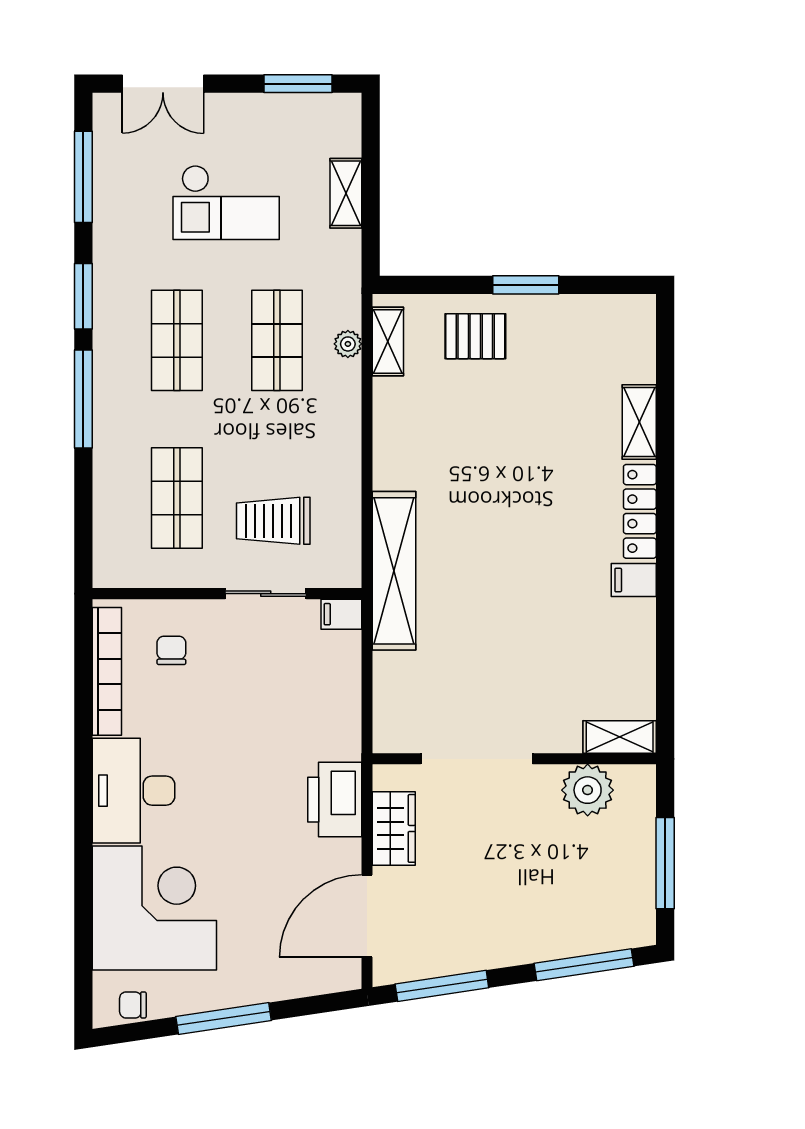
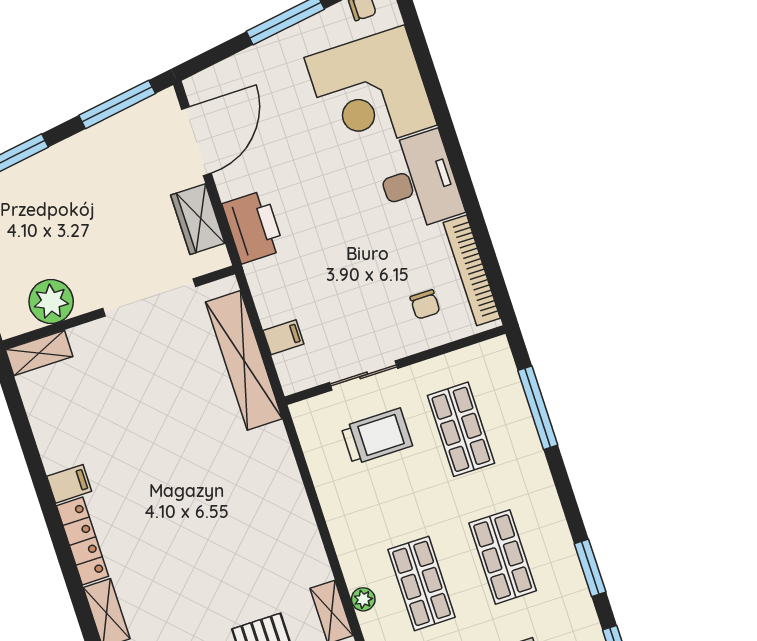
window: (83, 399) -> (538, 408), moved
shelving: (394, 571) -> (244, 360), moved
filing cabinet: (341, 614) -> (283, 337), moved

